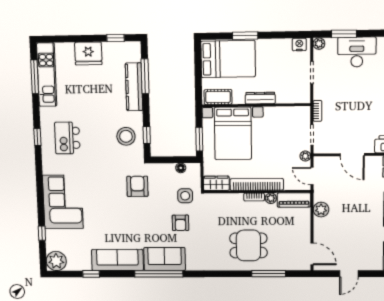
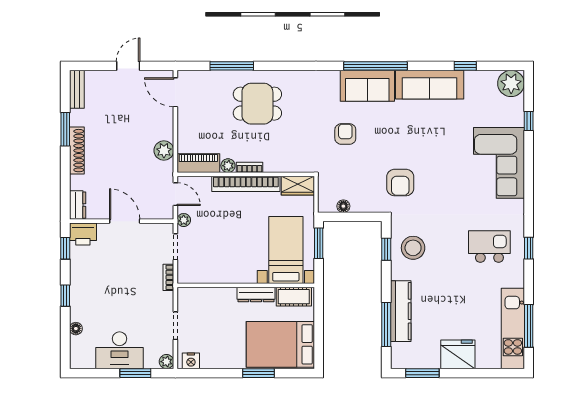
window: (116, 38) -> (422, 373), width x1.50
dresser: (260, 98) -> (256, 295), moved
bed with nightstands: (233, 133) -> (286, 250), width x0.73
kitchen island: (67, 138) -> (489, 247), turned -90
side table: (185, 196) -> (338, 170), removed

